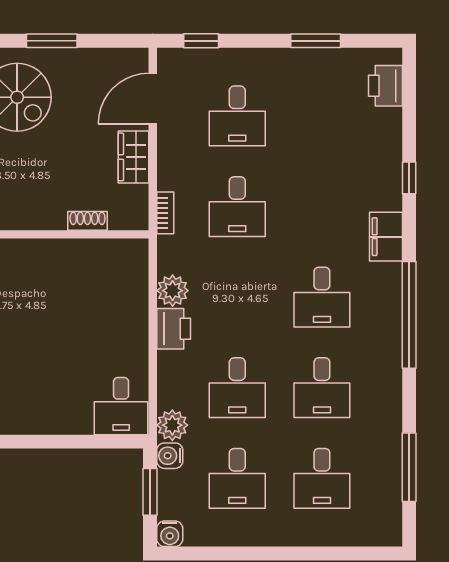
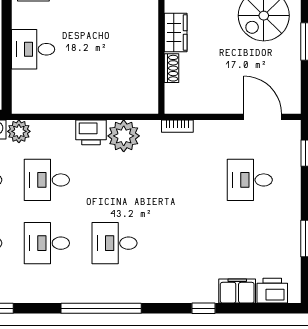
wardrobe: (134, 157) -> (176, 33), moved, turned 90
desk: (237, 207) -> (182, 180), removed
filing cabinet: (386, 237) -> (237, 291), moved
plant: (173, 291) -> (124, 136), width x1.36, depth x1.36
desk: (121, 406) -> (33, 49), moved

